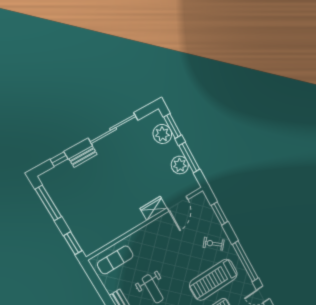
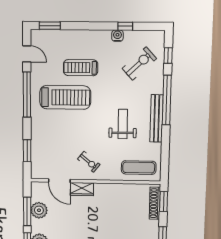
door: (178, 204) -> (59, 181), swing flipped
shoe rack: (80, 236) -> (155, 203), added
exercise bike: (214, 244) -> (89, 162), moved

